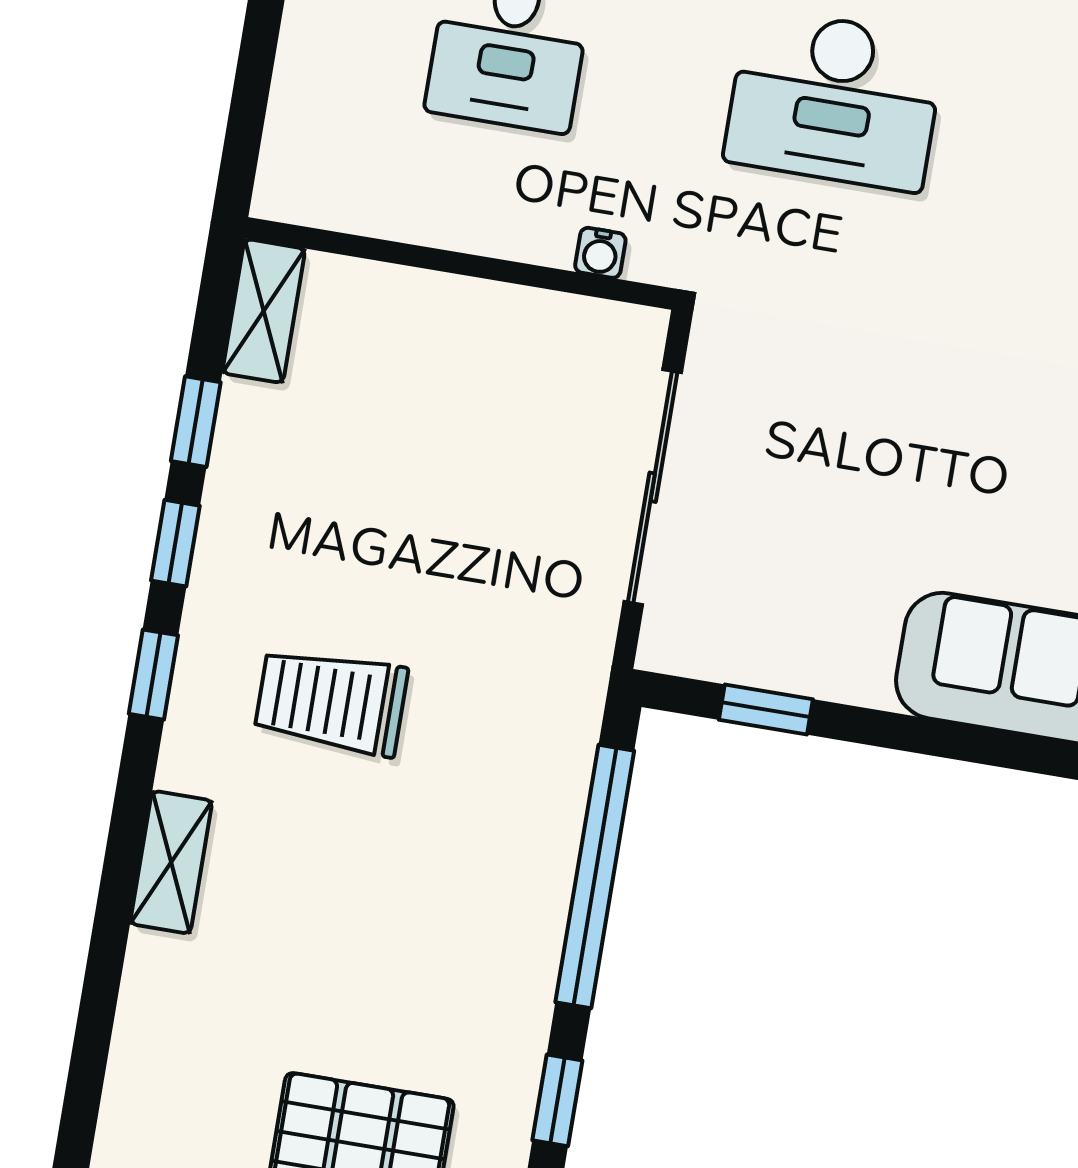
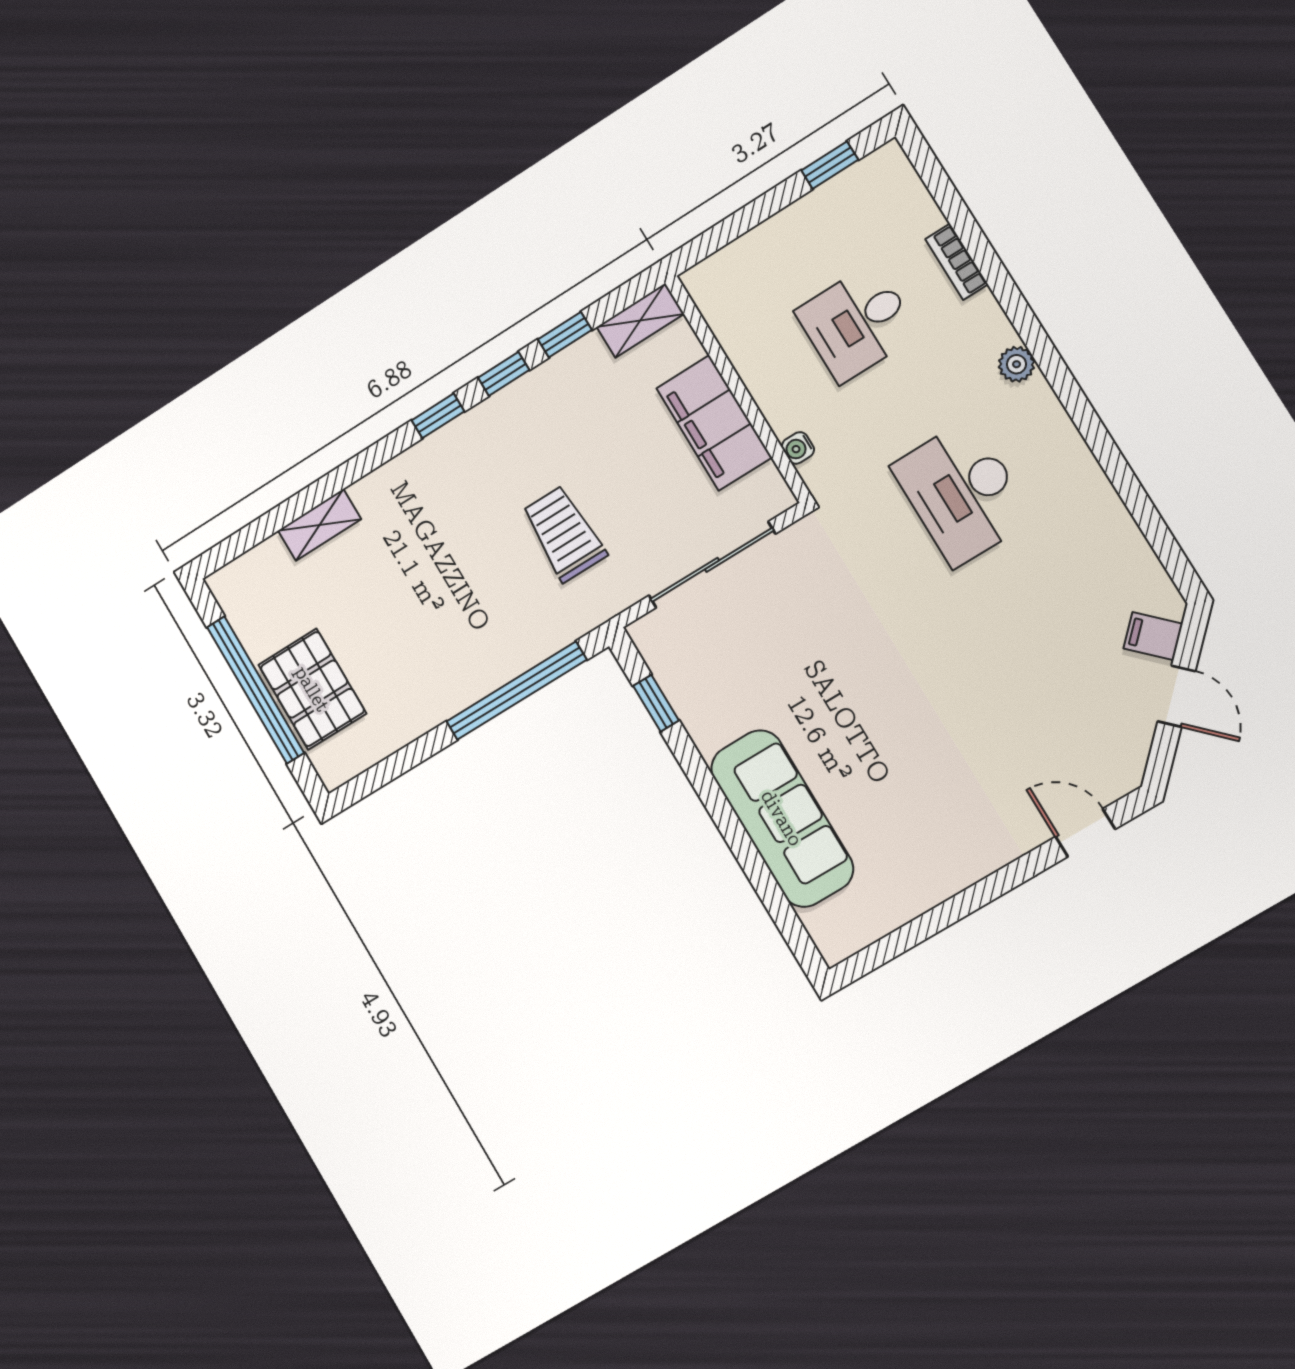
filing cabinet: (476, 330) -> (714, 423), added
trolley: (331, 702) -> (564, 534), moved
shelving: (171, 862) -> (320, 525), moved
window: (557, 1100) -> (405, 760), removed

